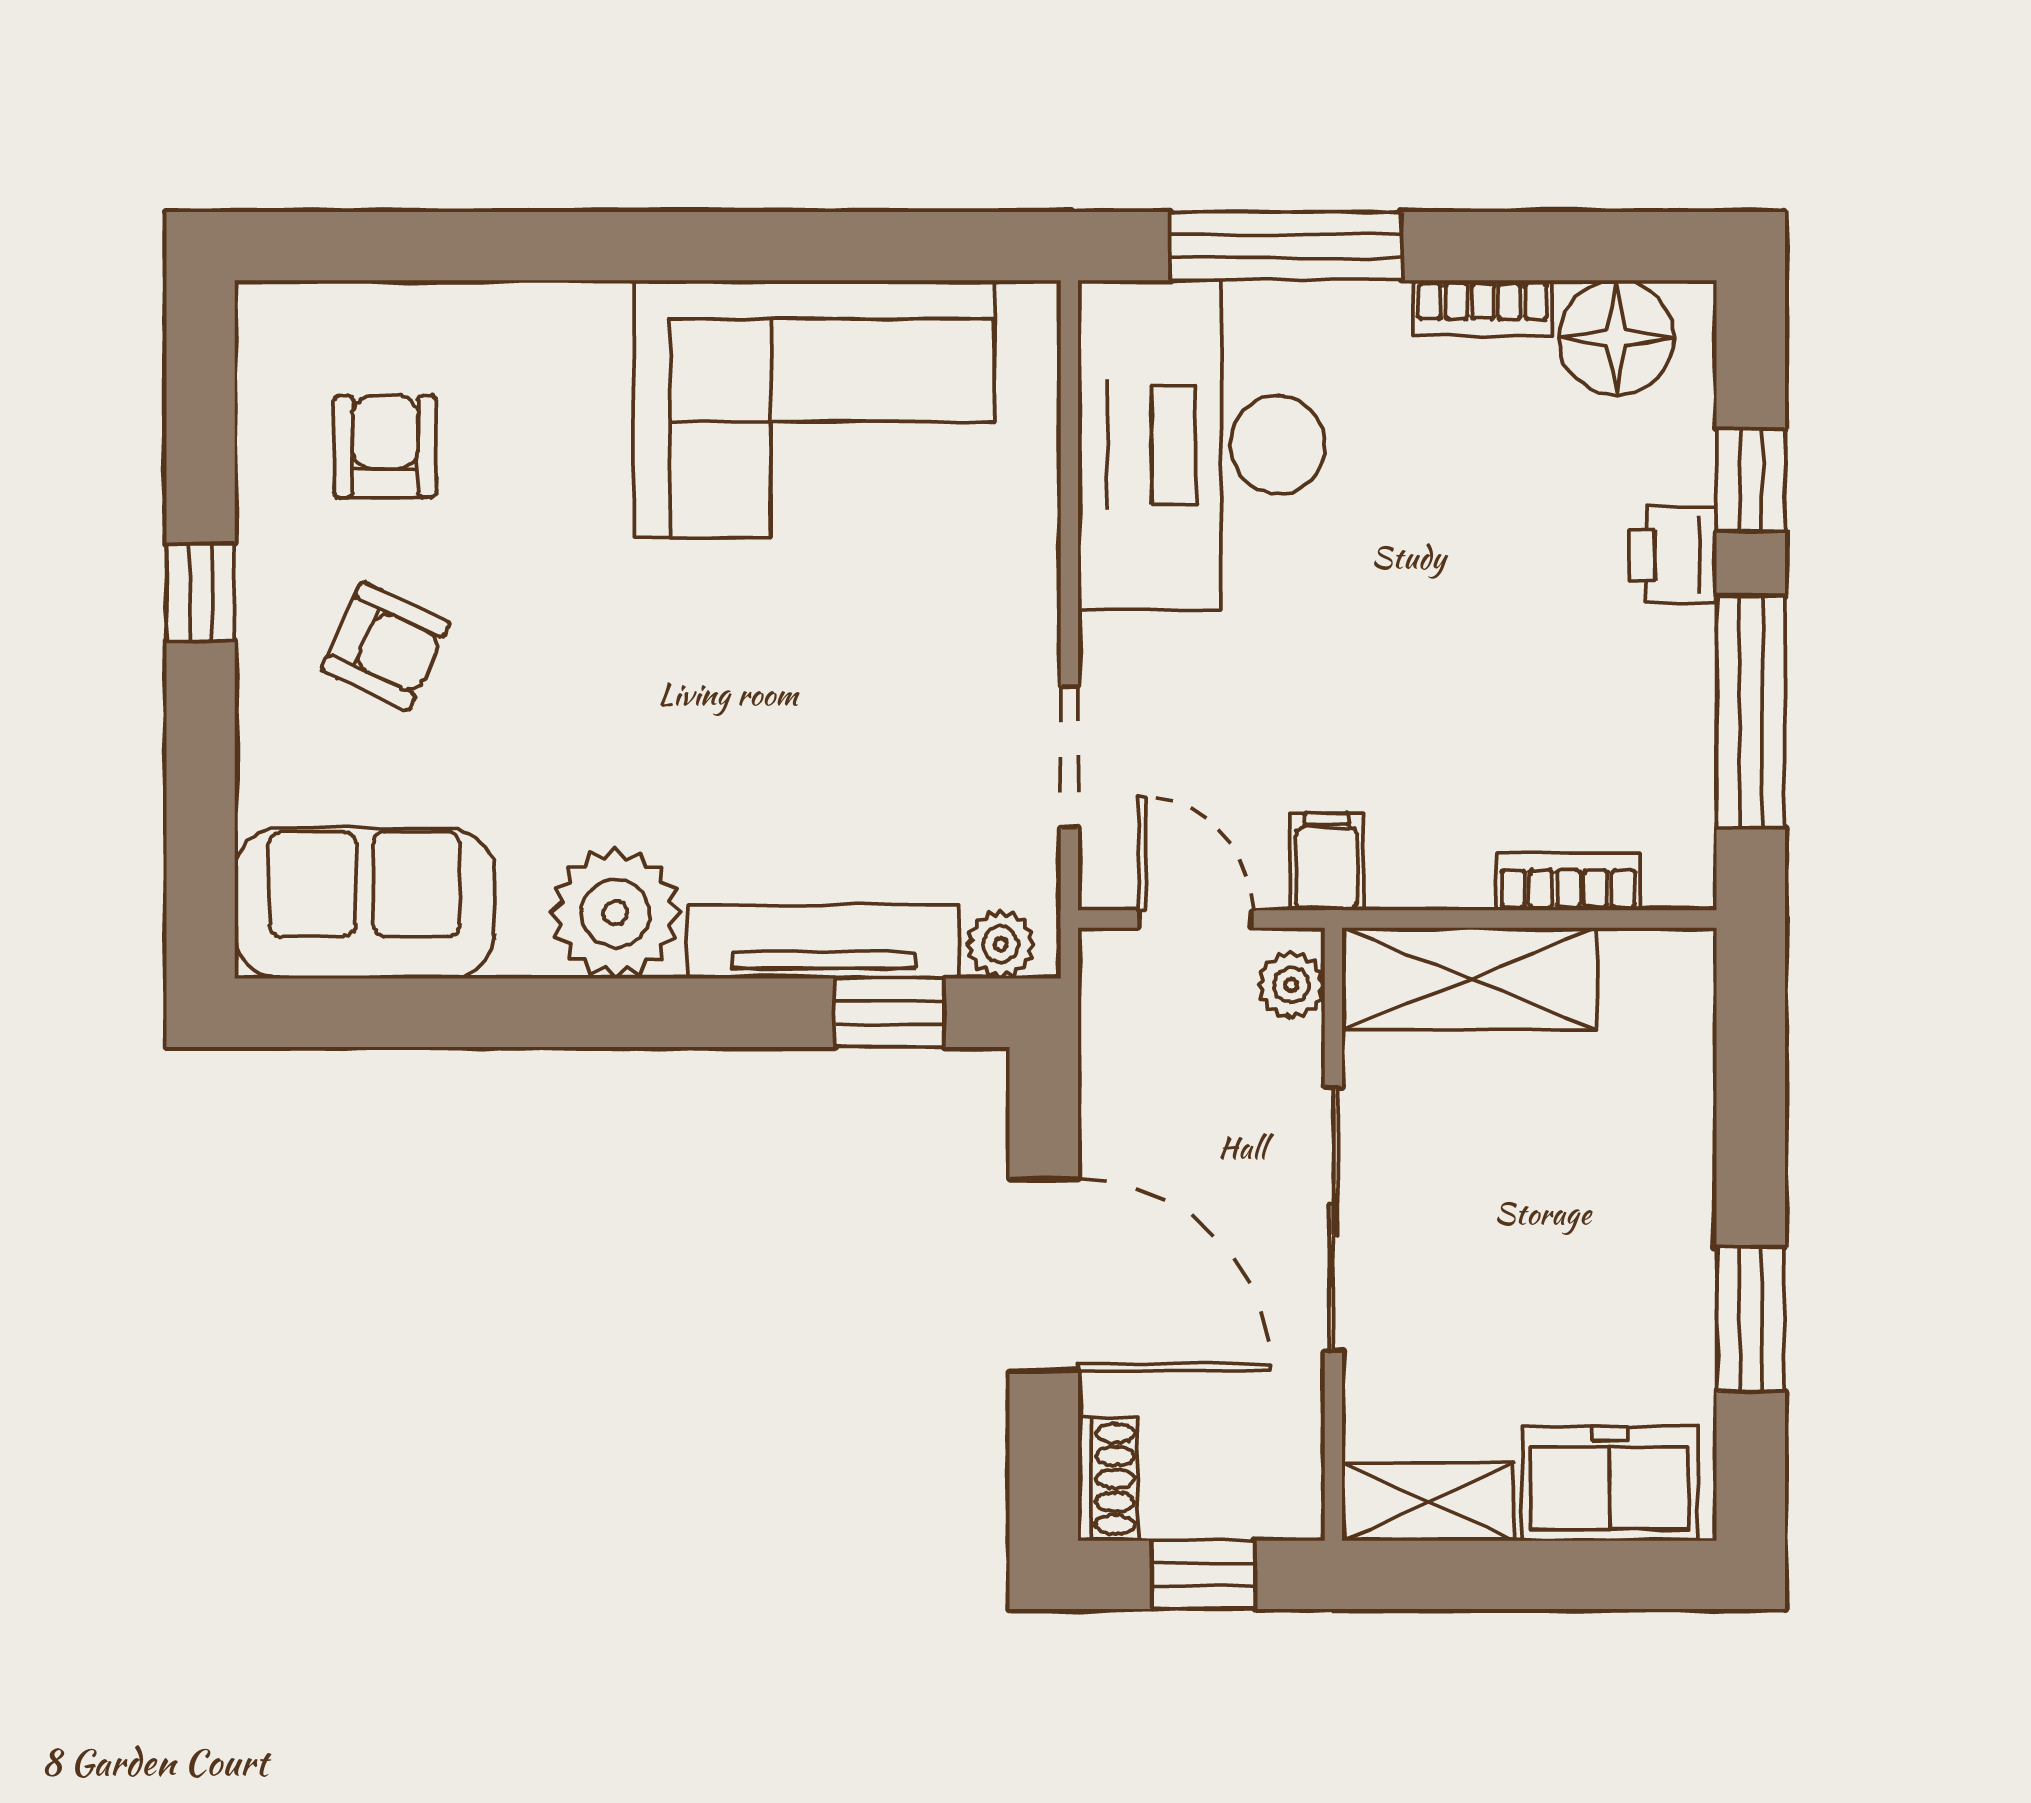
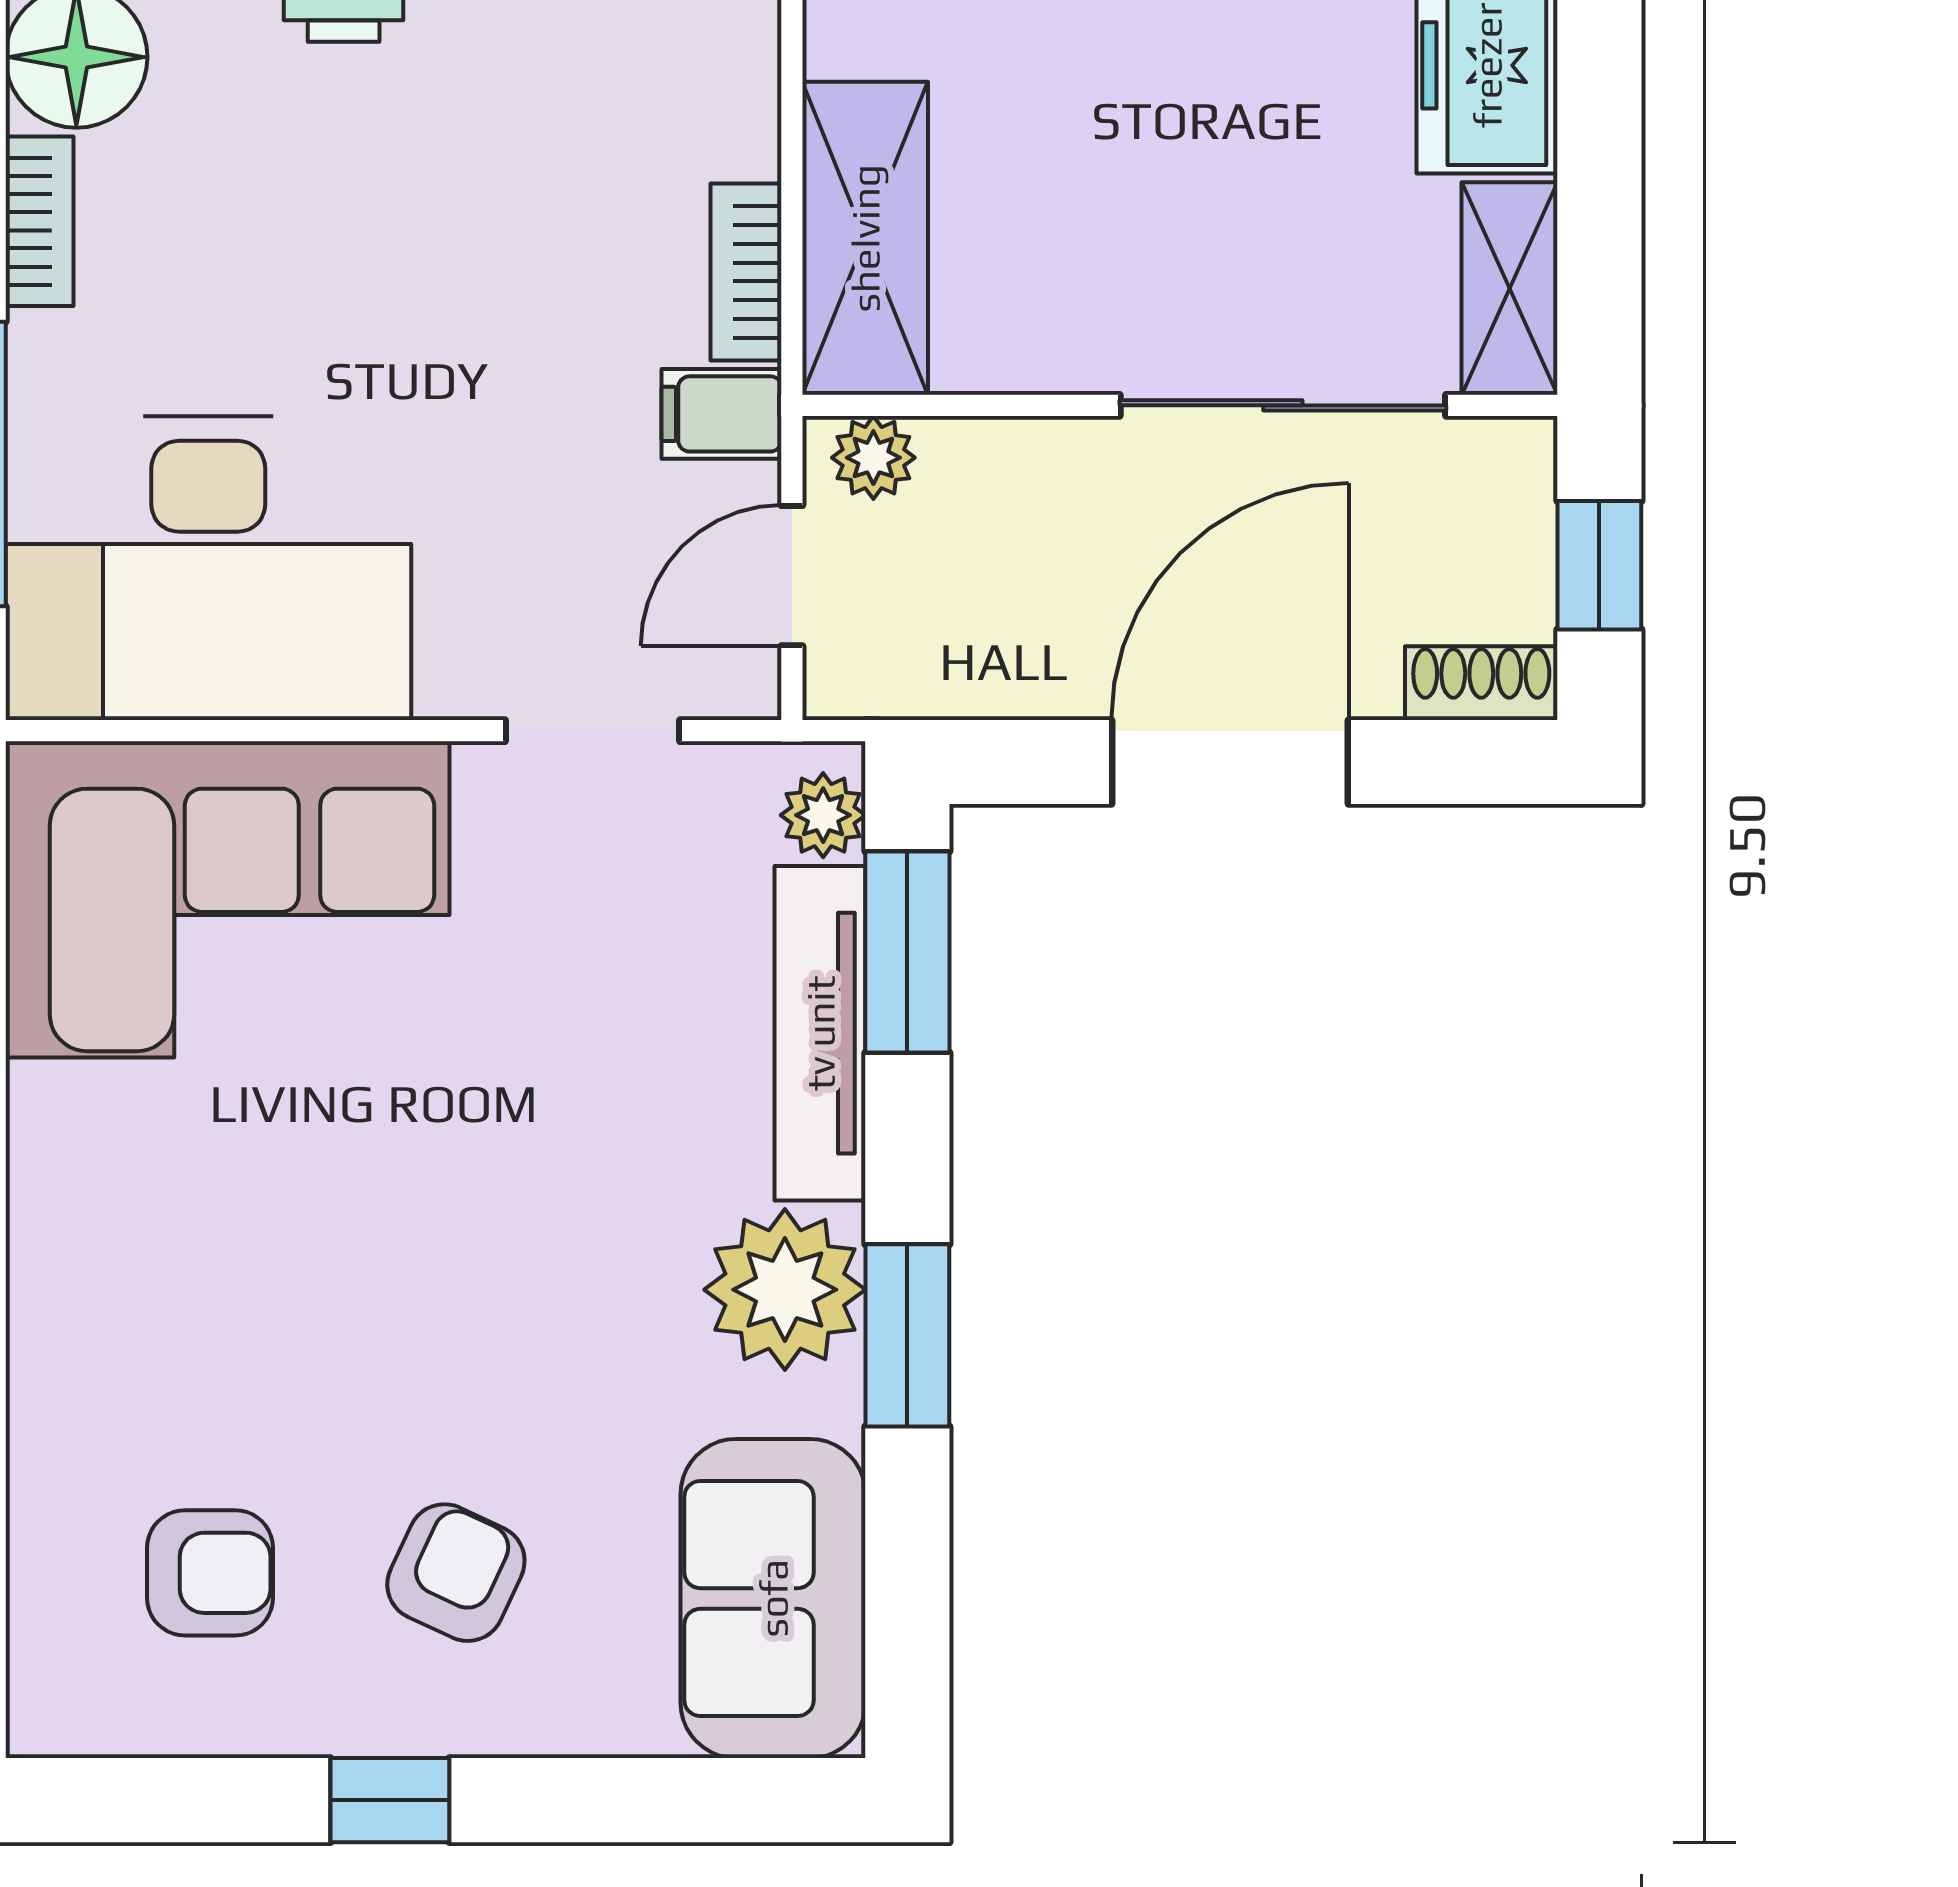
corner sofa: (814, 409) -> (227, 899), moved, turned 90
armchair: (385, 446) -> (210, 1573), turned 180
bookcase: (1568, 882) -> (746, 272), moved
window: (578, 1013) -> (907, 1335), added
window: (889, 1013) -> (907, 952), width x1.50
sliding door: (1333, 1220) -> (1283, 405), moved

